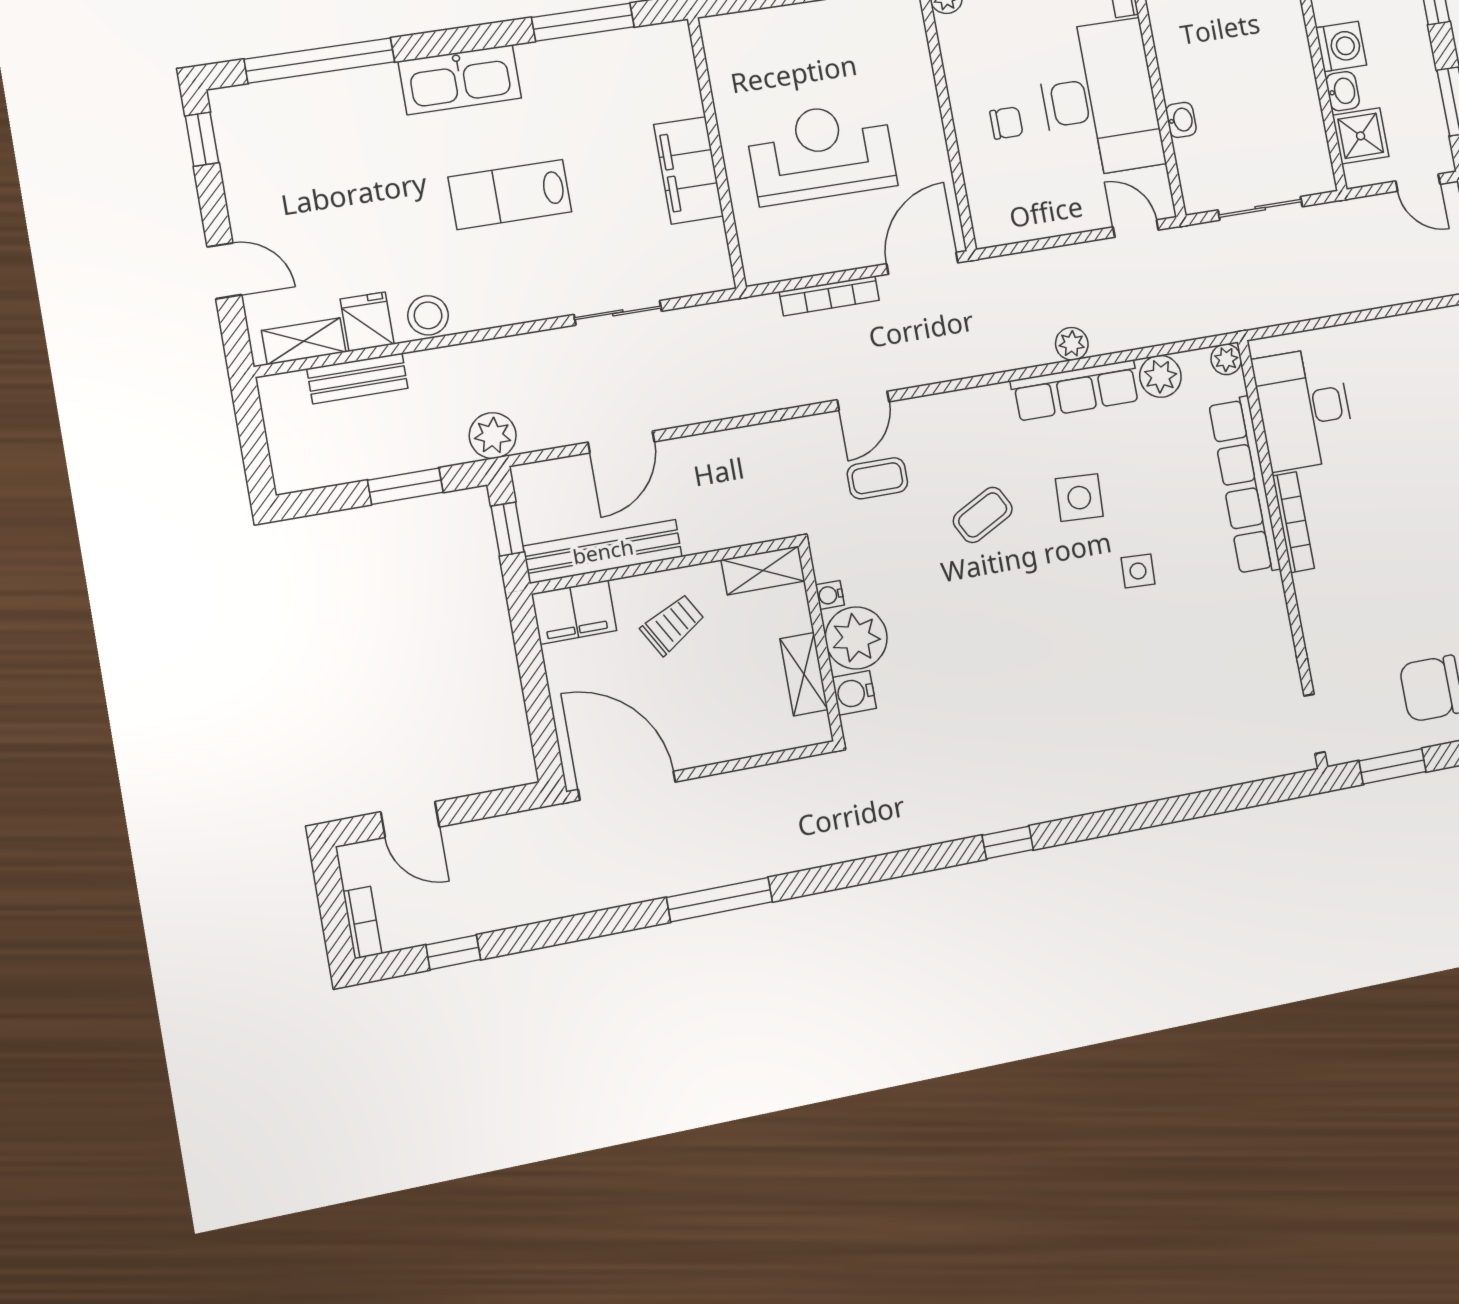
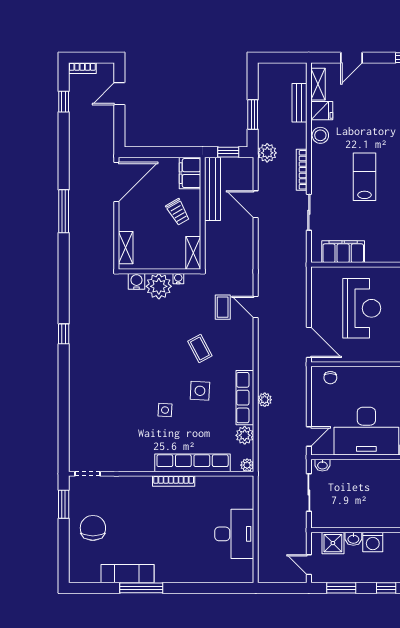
washbasin: (1181, 120) -> (322, 465), moved
chair: (1006, 123) -> (330, 378), moved
filing cabinet: (689, 170) -> (343, 252), moved
door: (1418, 183) -> (309, 565), hinge flipped
bookcase: (829, 296) -> (302, 170), moved
desk: (1304, 409) -> (234, 534), moved, turned 90
shelving: (804, 674) -> (126, 248), moved, turned 90

